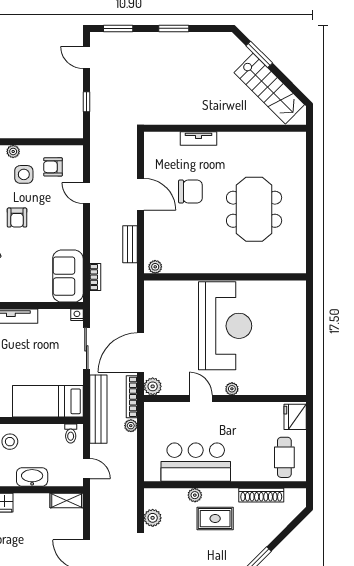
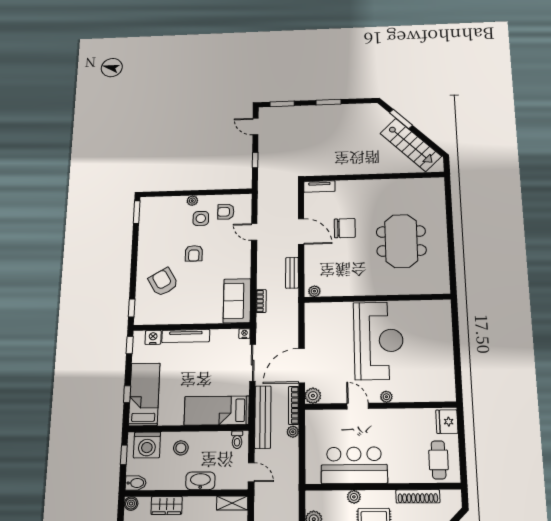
tv unit: (198, 138) -> (319, 186), moved

